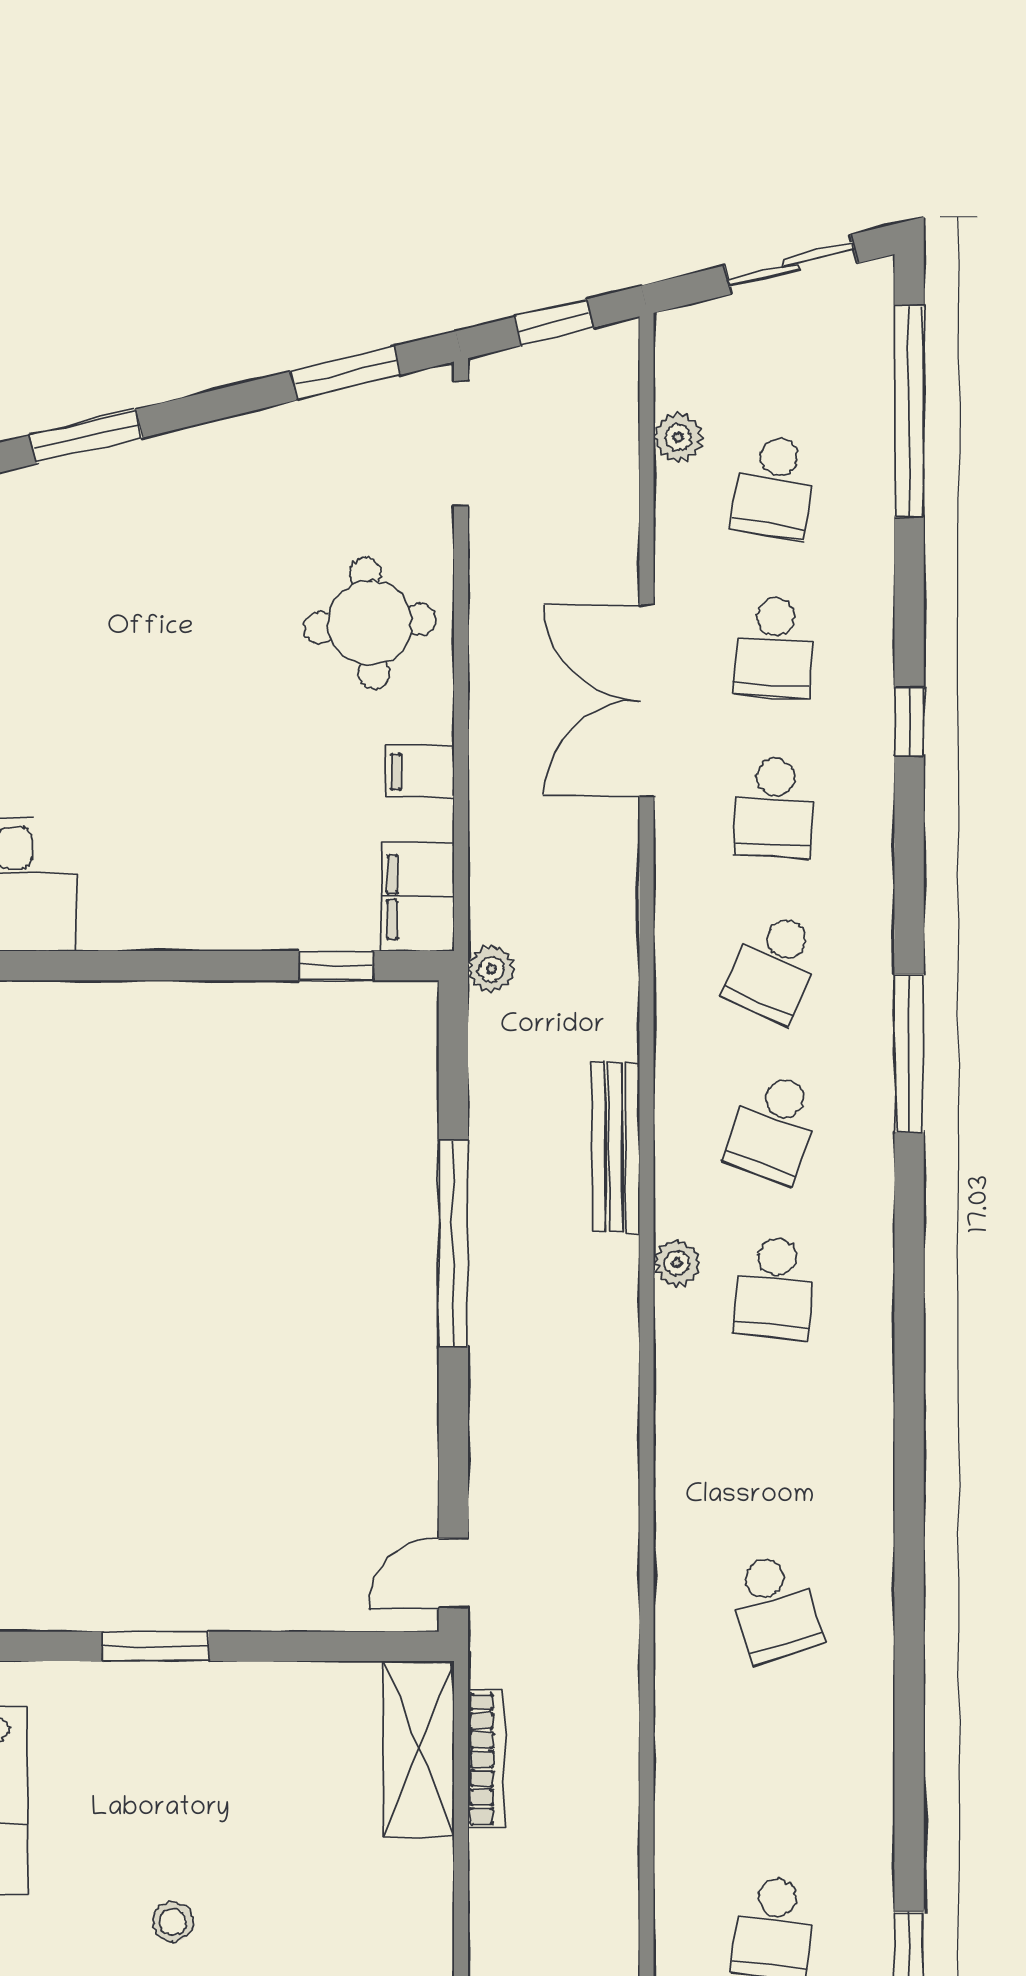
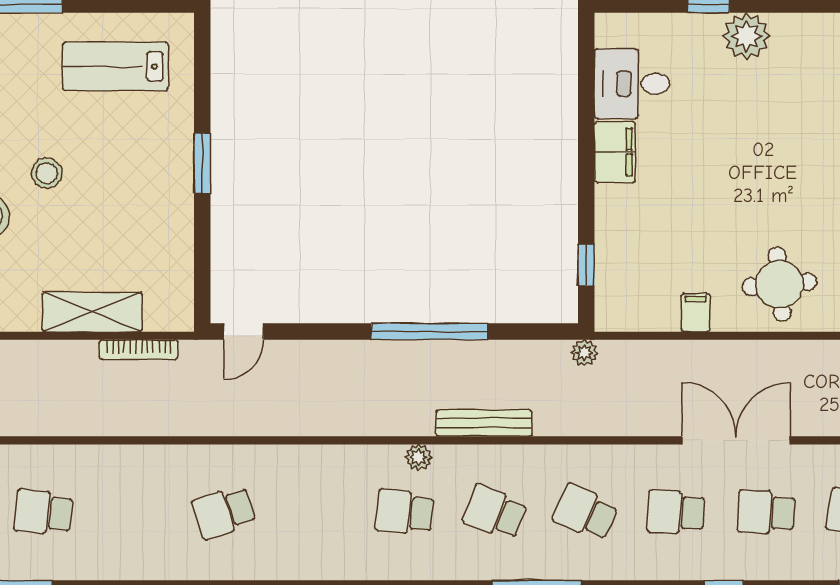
filing cabinet: (418, 897) -> (615, 152), moved, turned 90
door: (453, 1573) -> (244, 331), swing flipped
shelving: (419, 1749) -> (92, 312), moved
stool: (173, 1922) -> (47, 173), width x1.37, depth x1.37

